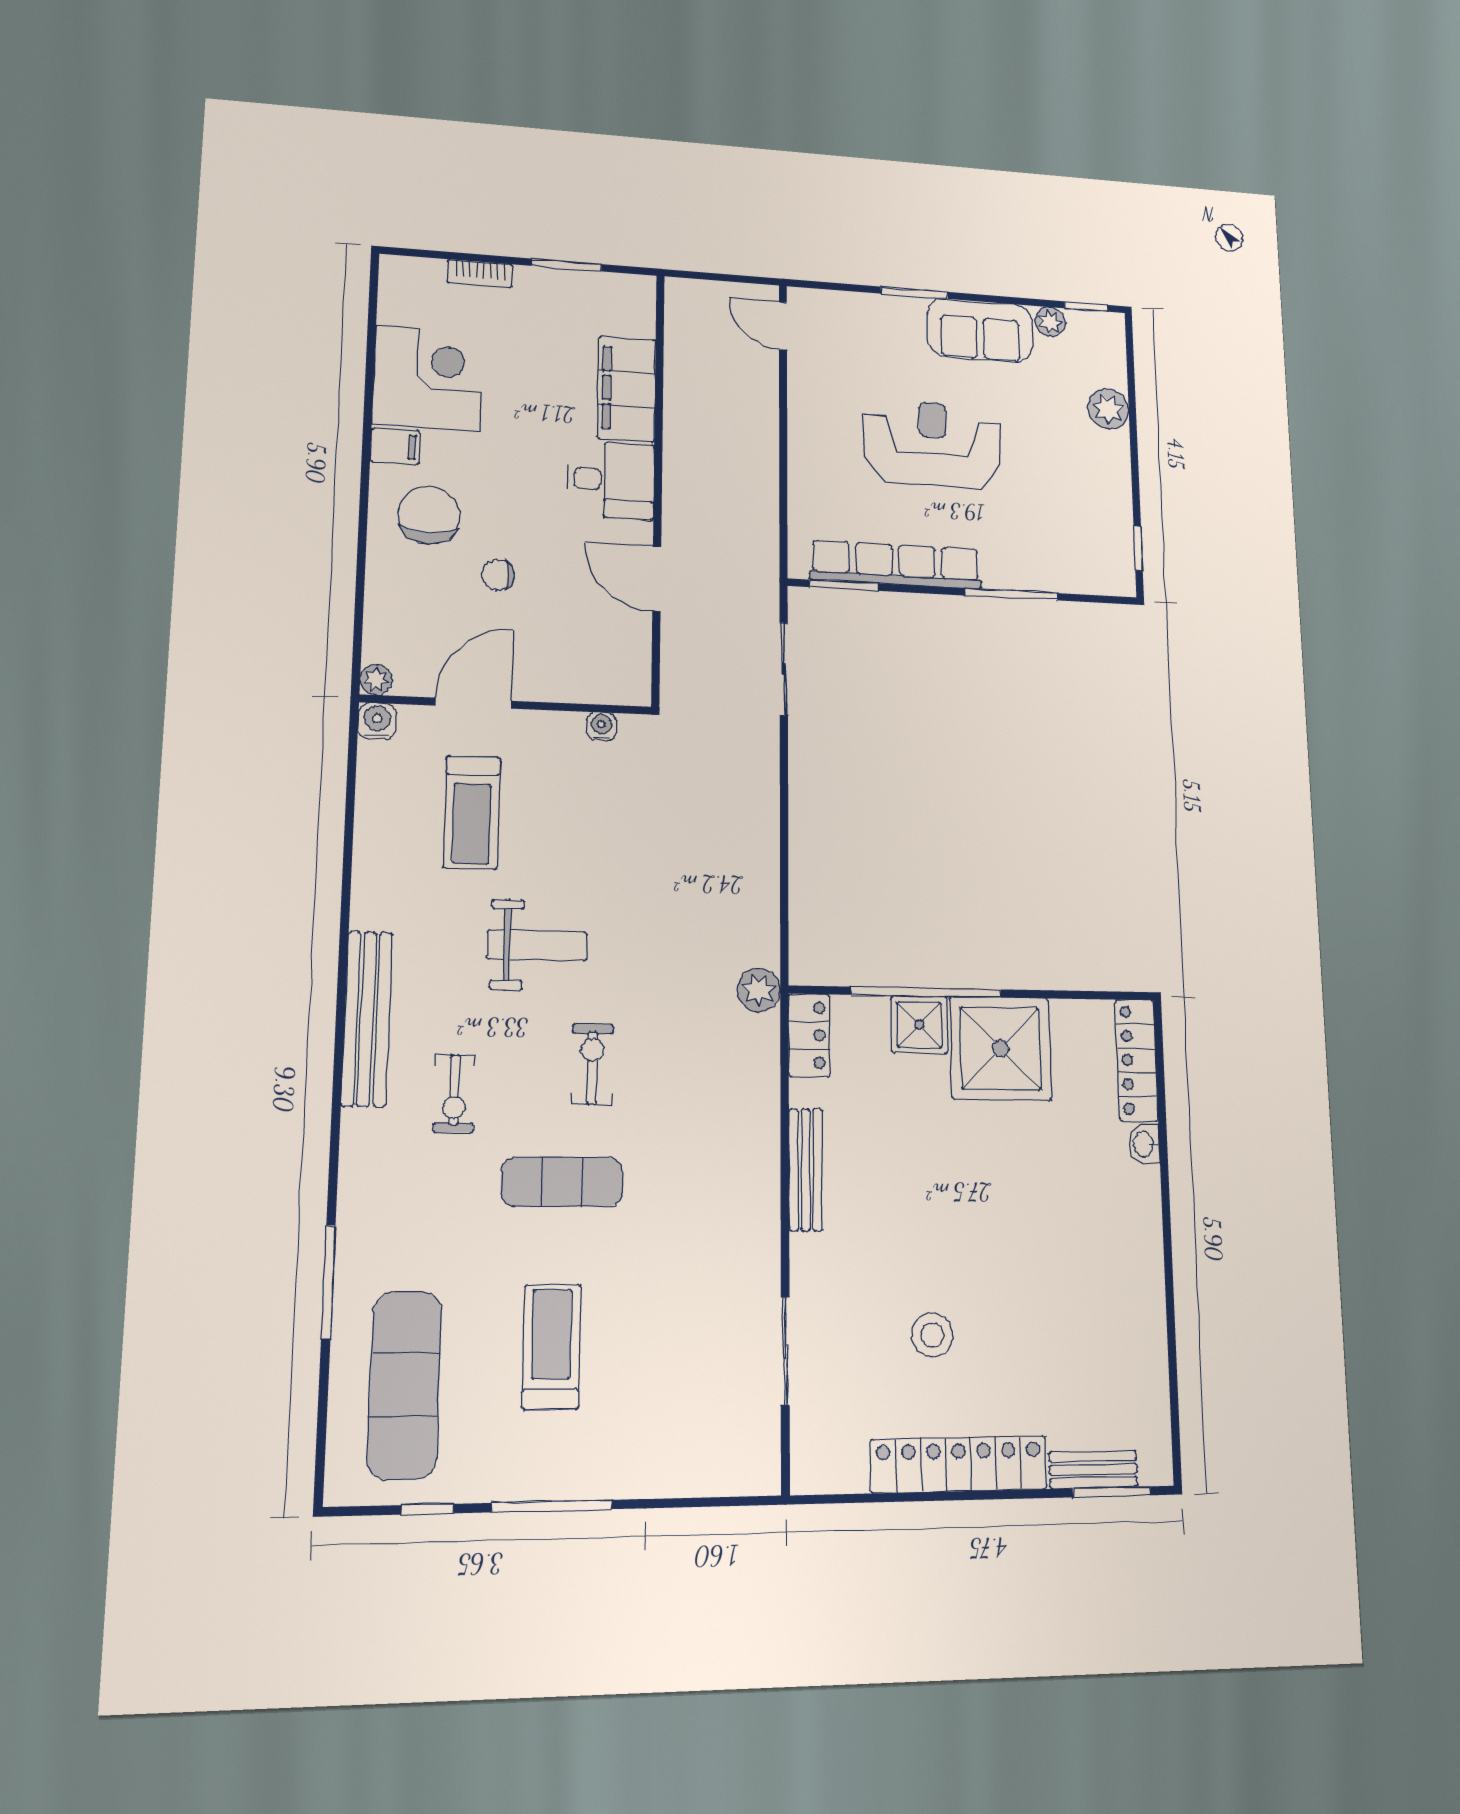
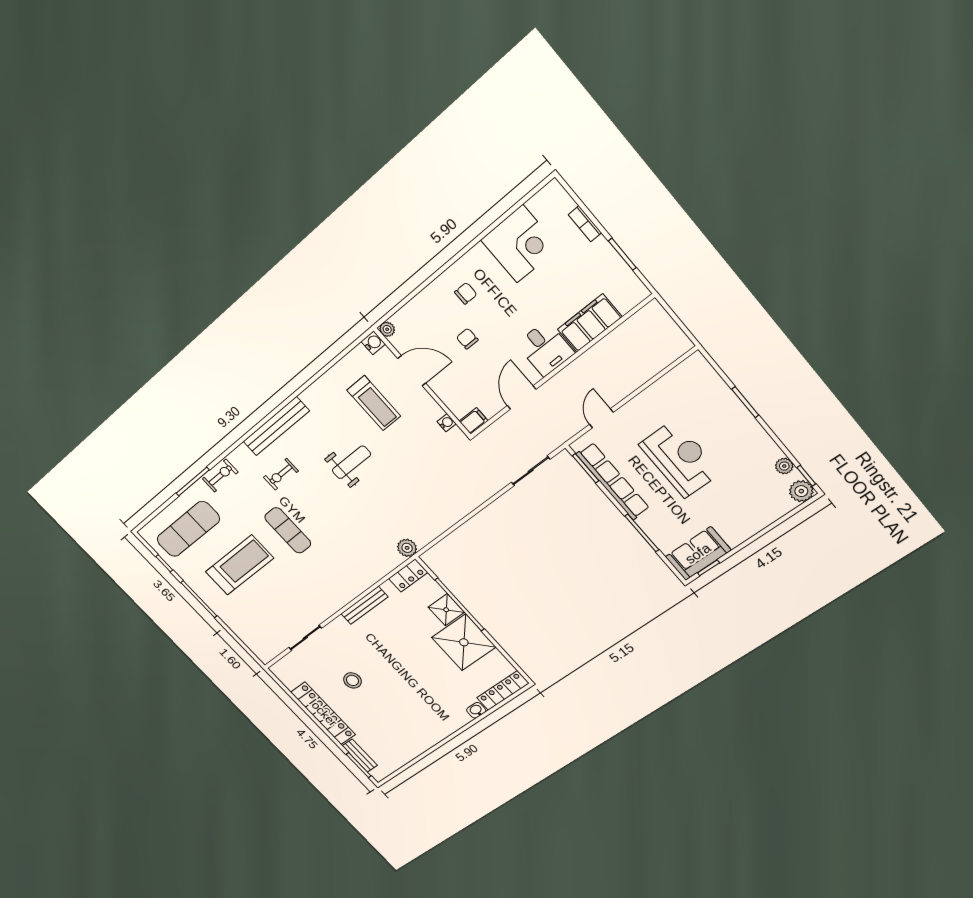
door: (783, 326) -> (601, 418), moved
sofa: (980, 330) -> (698, 554), moved, turned 90
plant: (1108, 409) -> (801, 491), moved
filing cabinet: (395, 446) -> (474, 421), moved, turned -90
chair: (429, 515) -> (466, 293), width x0.54, depth x0.54
treadmill: (472, 812) -> (374, 403), turned -90
weight bench: (537, 945) -> (351, 462), turned -90
exercise bike: (592, 1064) -> (220, 476), moved
treadmill: (551, 1346) -> (240, 565), width x1.37, depth x1.37

